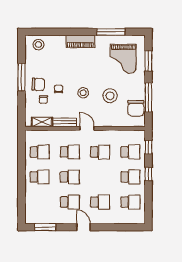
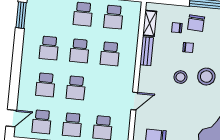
stool: (110, 96) -> (206, 77), moved
door: (87, 128) -> (134, 101), moved
school desk: (100, 152) -> (76, 88), moved
door: (84, 227) -> (11, 118), moved

